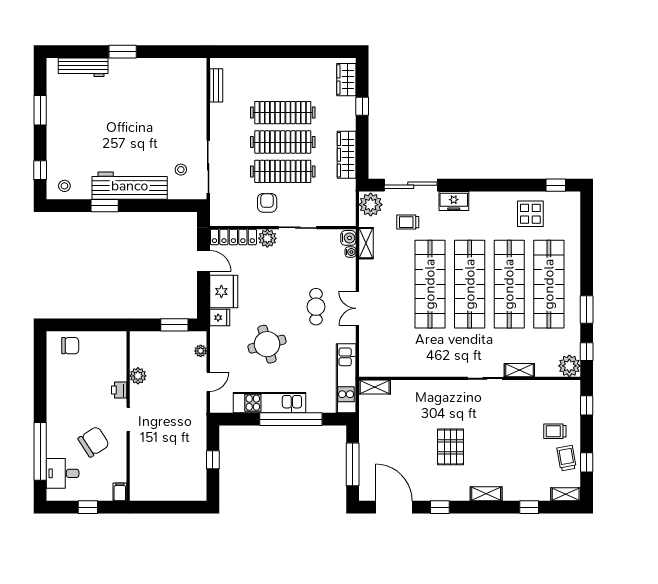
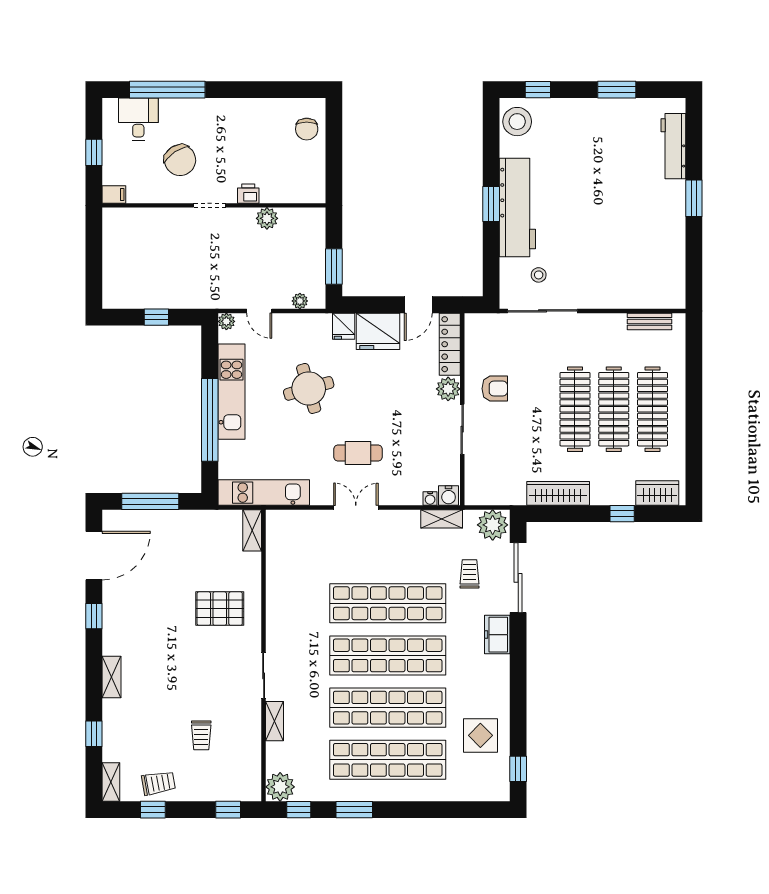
clothes rail: (283, 171) -> (652, 409), moved
stool: (64, 186) -> (517, 122), width x1.89, depth x1.89
window: (105, 206) -> (491, 204), moved
plant: (216, 406) -> (226, 321), added
trolley: (555, 431) -> (201, 735), moved, turned 180
pallet: (450, 447) -> (220, 609), moved

